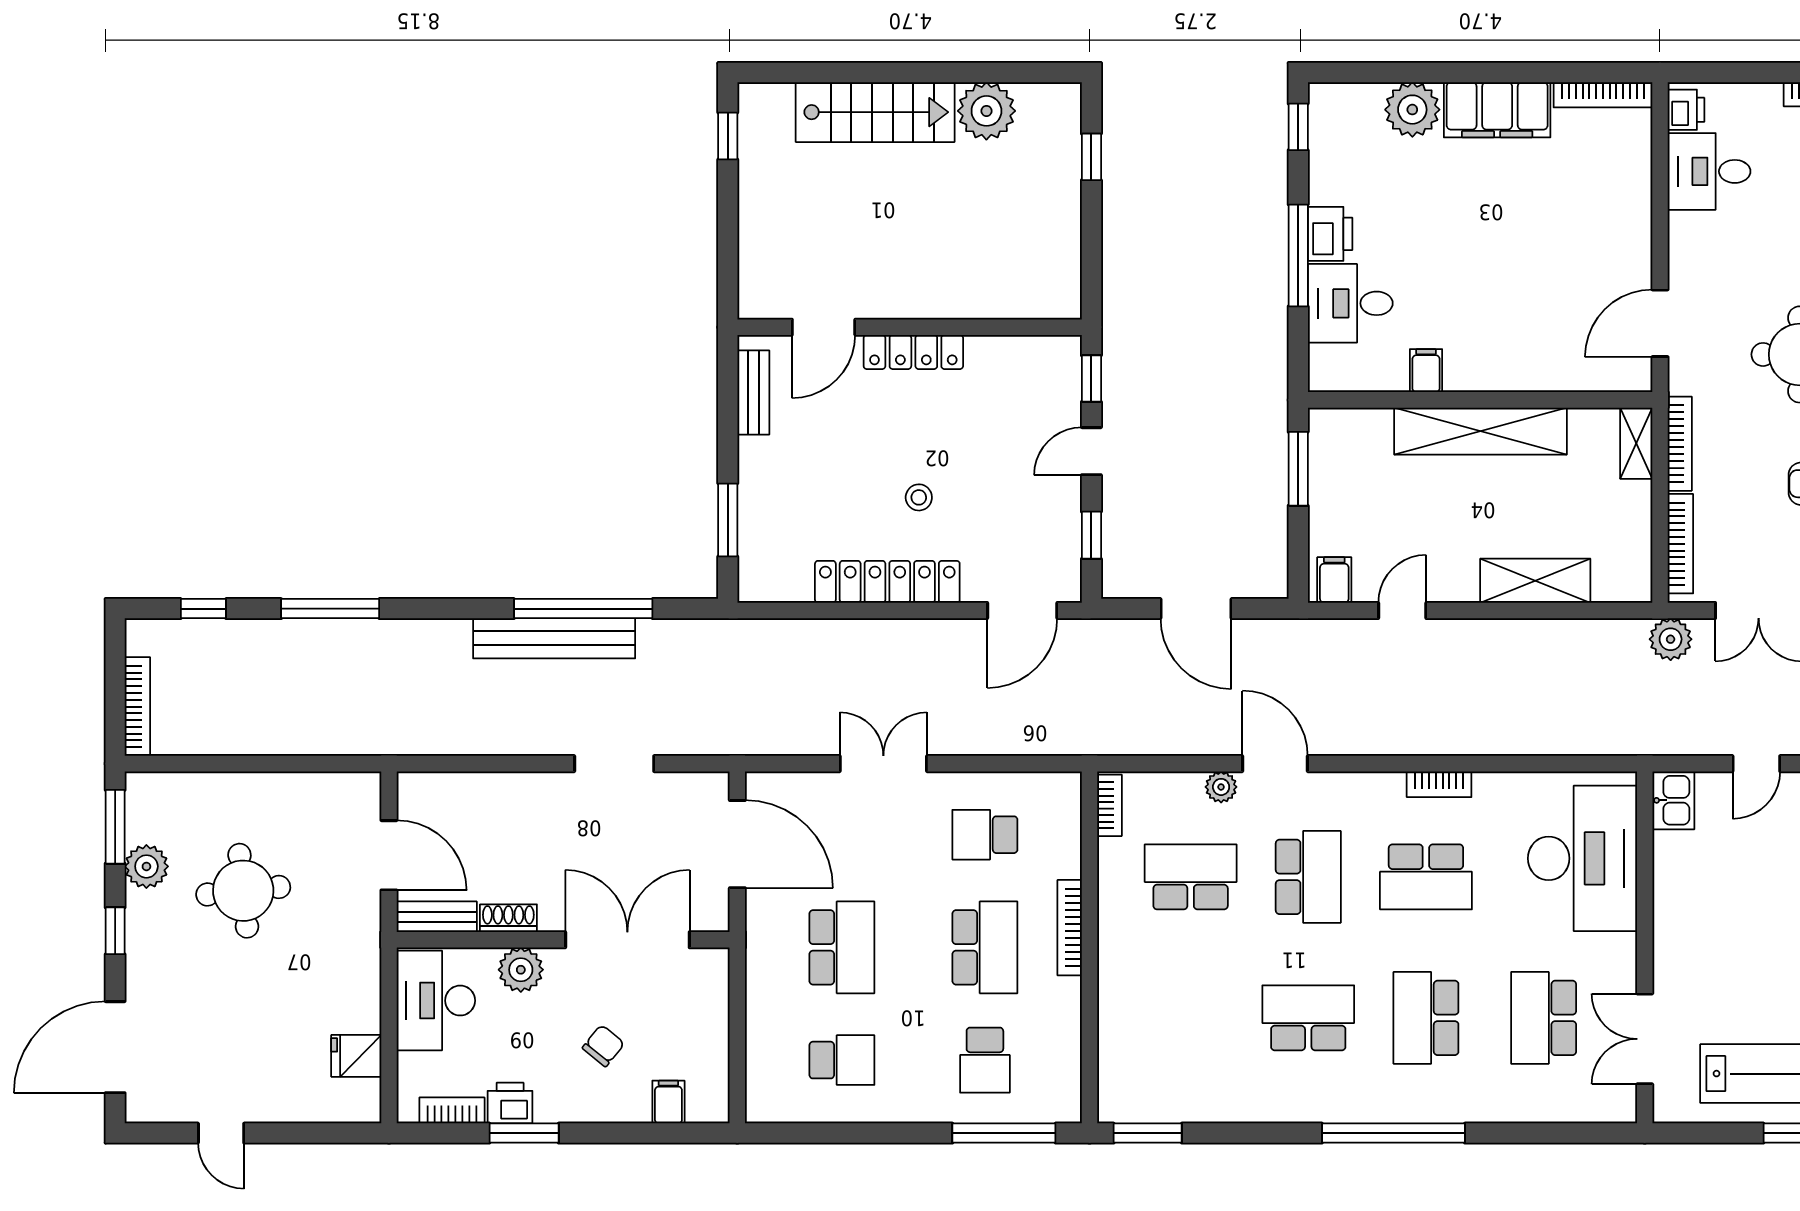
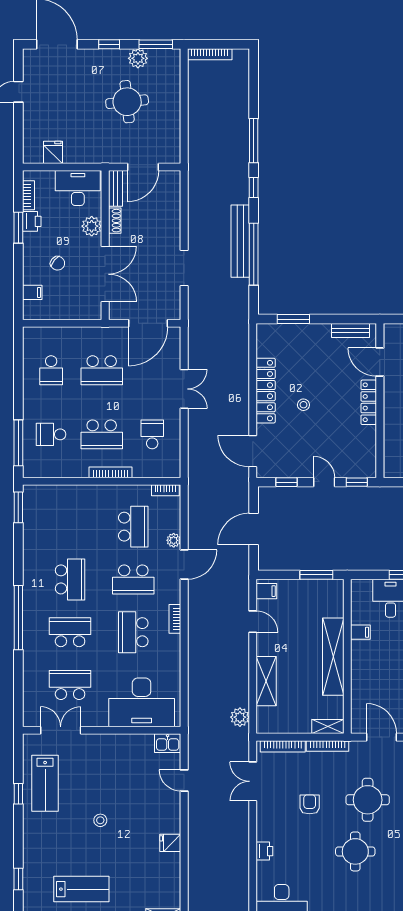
window: (203, 609) -> (254, 187), moved
plant: (1671, 639) -> (240, 717), moved
bookcase: (1439, 784) -> (175, 619), moved

